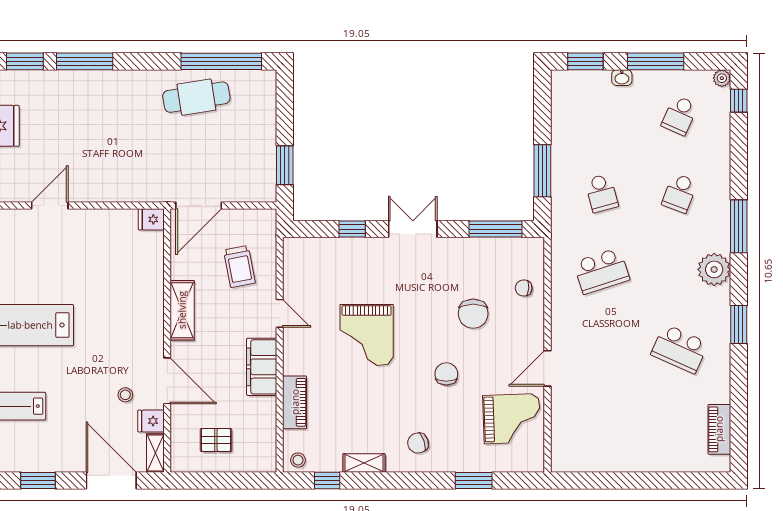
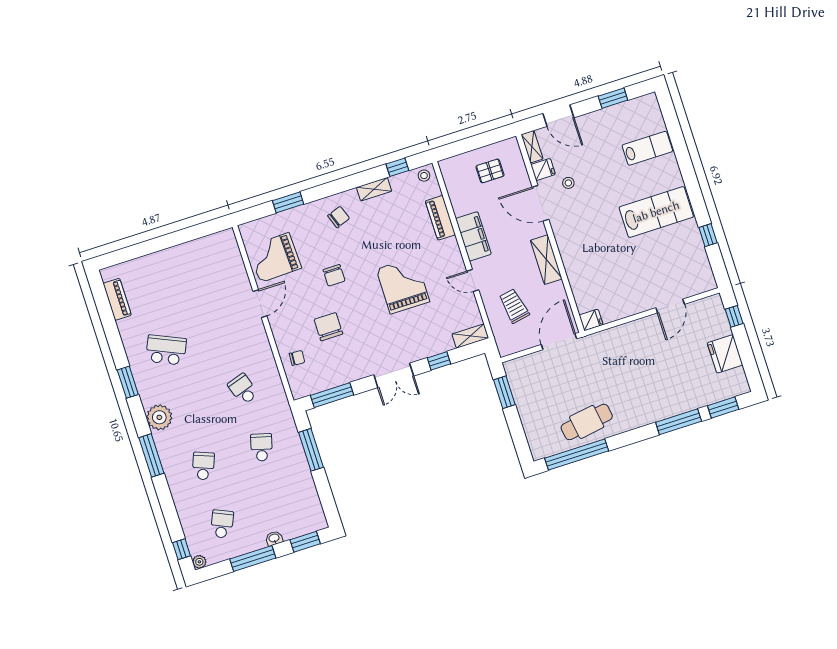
school desk: (601, 193) -> (262, 447), turned 30
shelving: (304, 247) -> (470, 336), added
school desk: (601, 271) -> (243, 389), width x0.54
door: (111, 481) -> (558, 116), width x0.73

